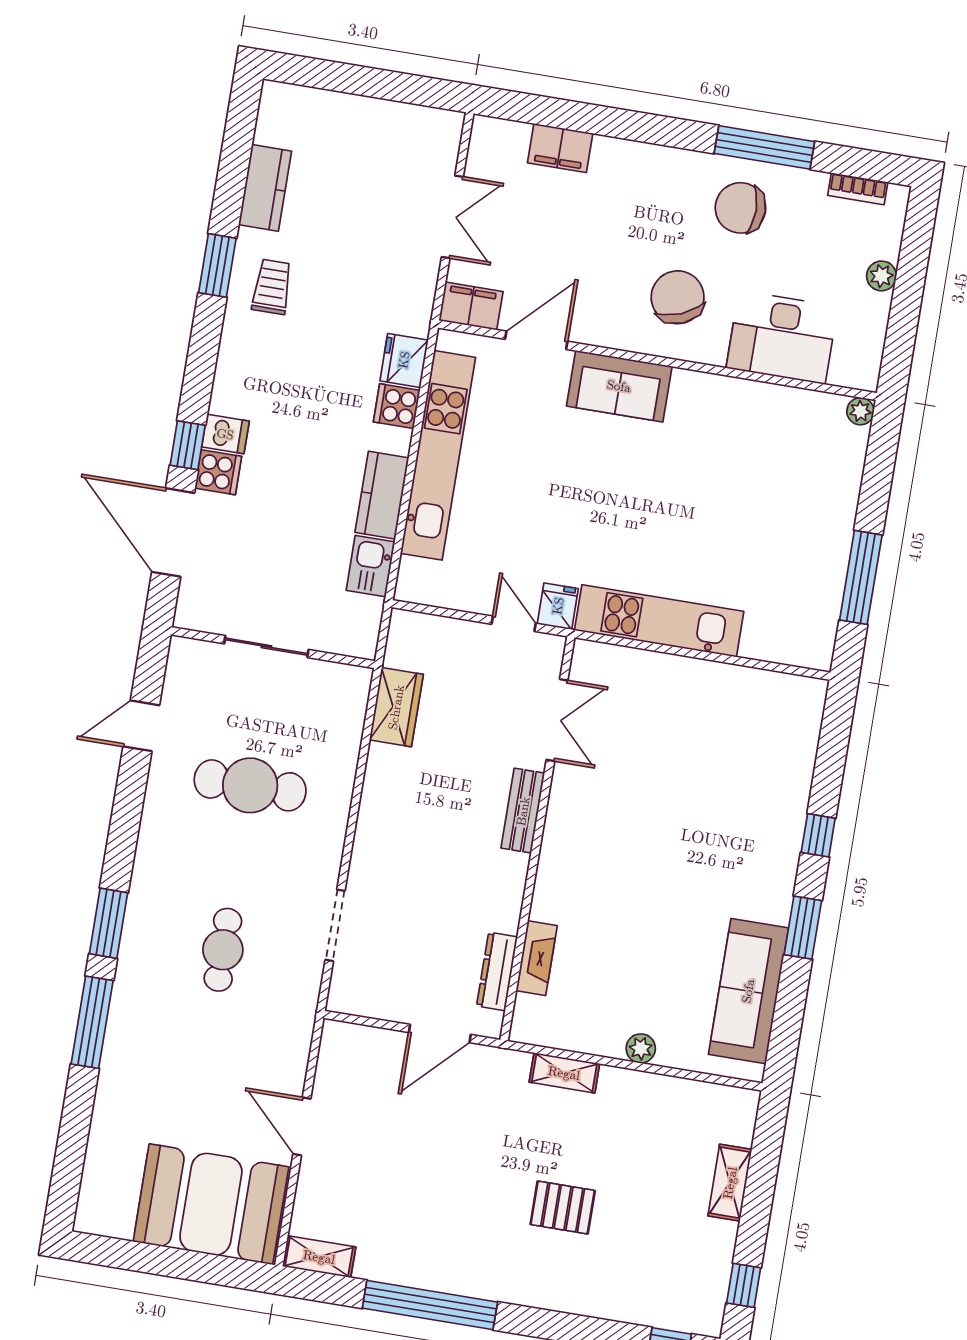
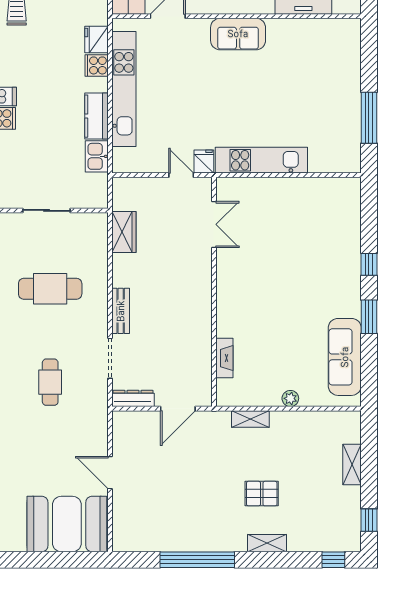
sofa: (619, 386) -> (238, 34), moved
plant: (860, 411) -> (354, 26), removed
bench: (523, 811) -> (121, 311), moved
dresser: (497, 971) -> (133, 398), moved, turned 90
shelving: (319, 1257) -> (267, 543), moved

